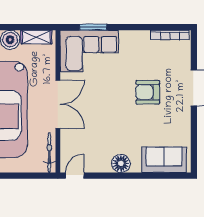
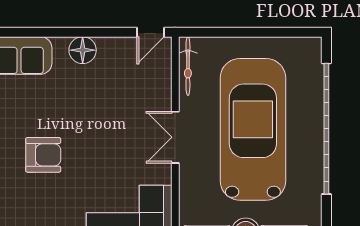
double door: (58, 104) -> (175, 137), width x0.73

